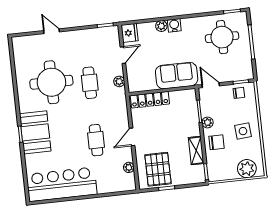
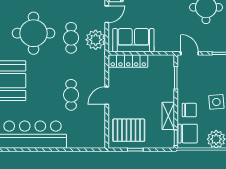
sofa: (177, 76) -> (133, 40), moved
plant: (119, 81) -> (96, 40), width x1.87, depth x1.87
chair: (239, 93) -> (188, 134), moved, width x1.87, depth x1.87
plant: (208, 122) -> (182, 90), removed
plant: (129, 167) -> (100, 125), removed
pallet: (158, 169) -> (129, 130), turned 90

